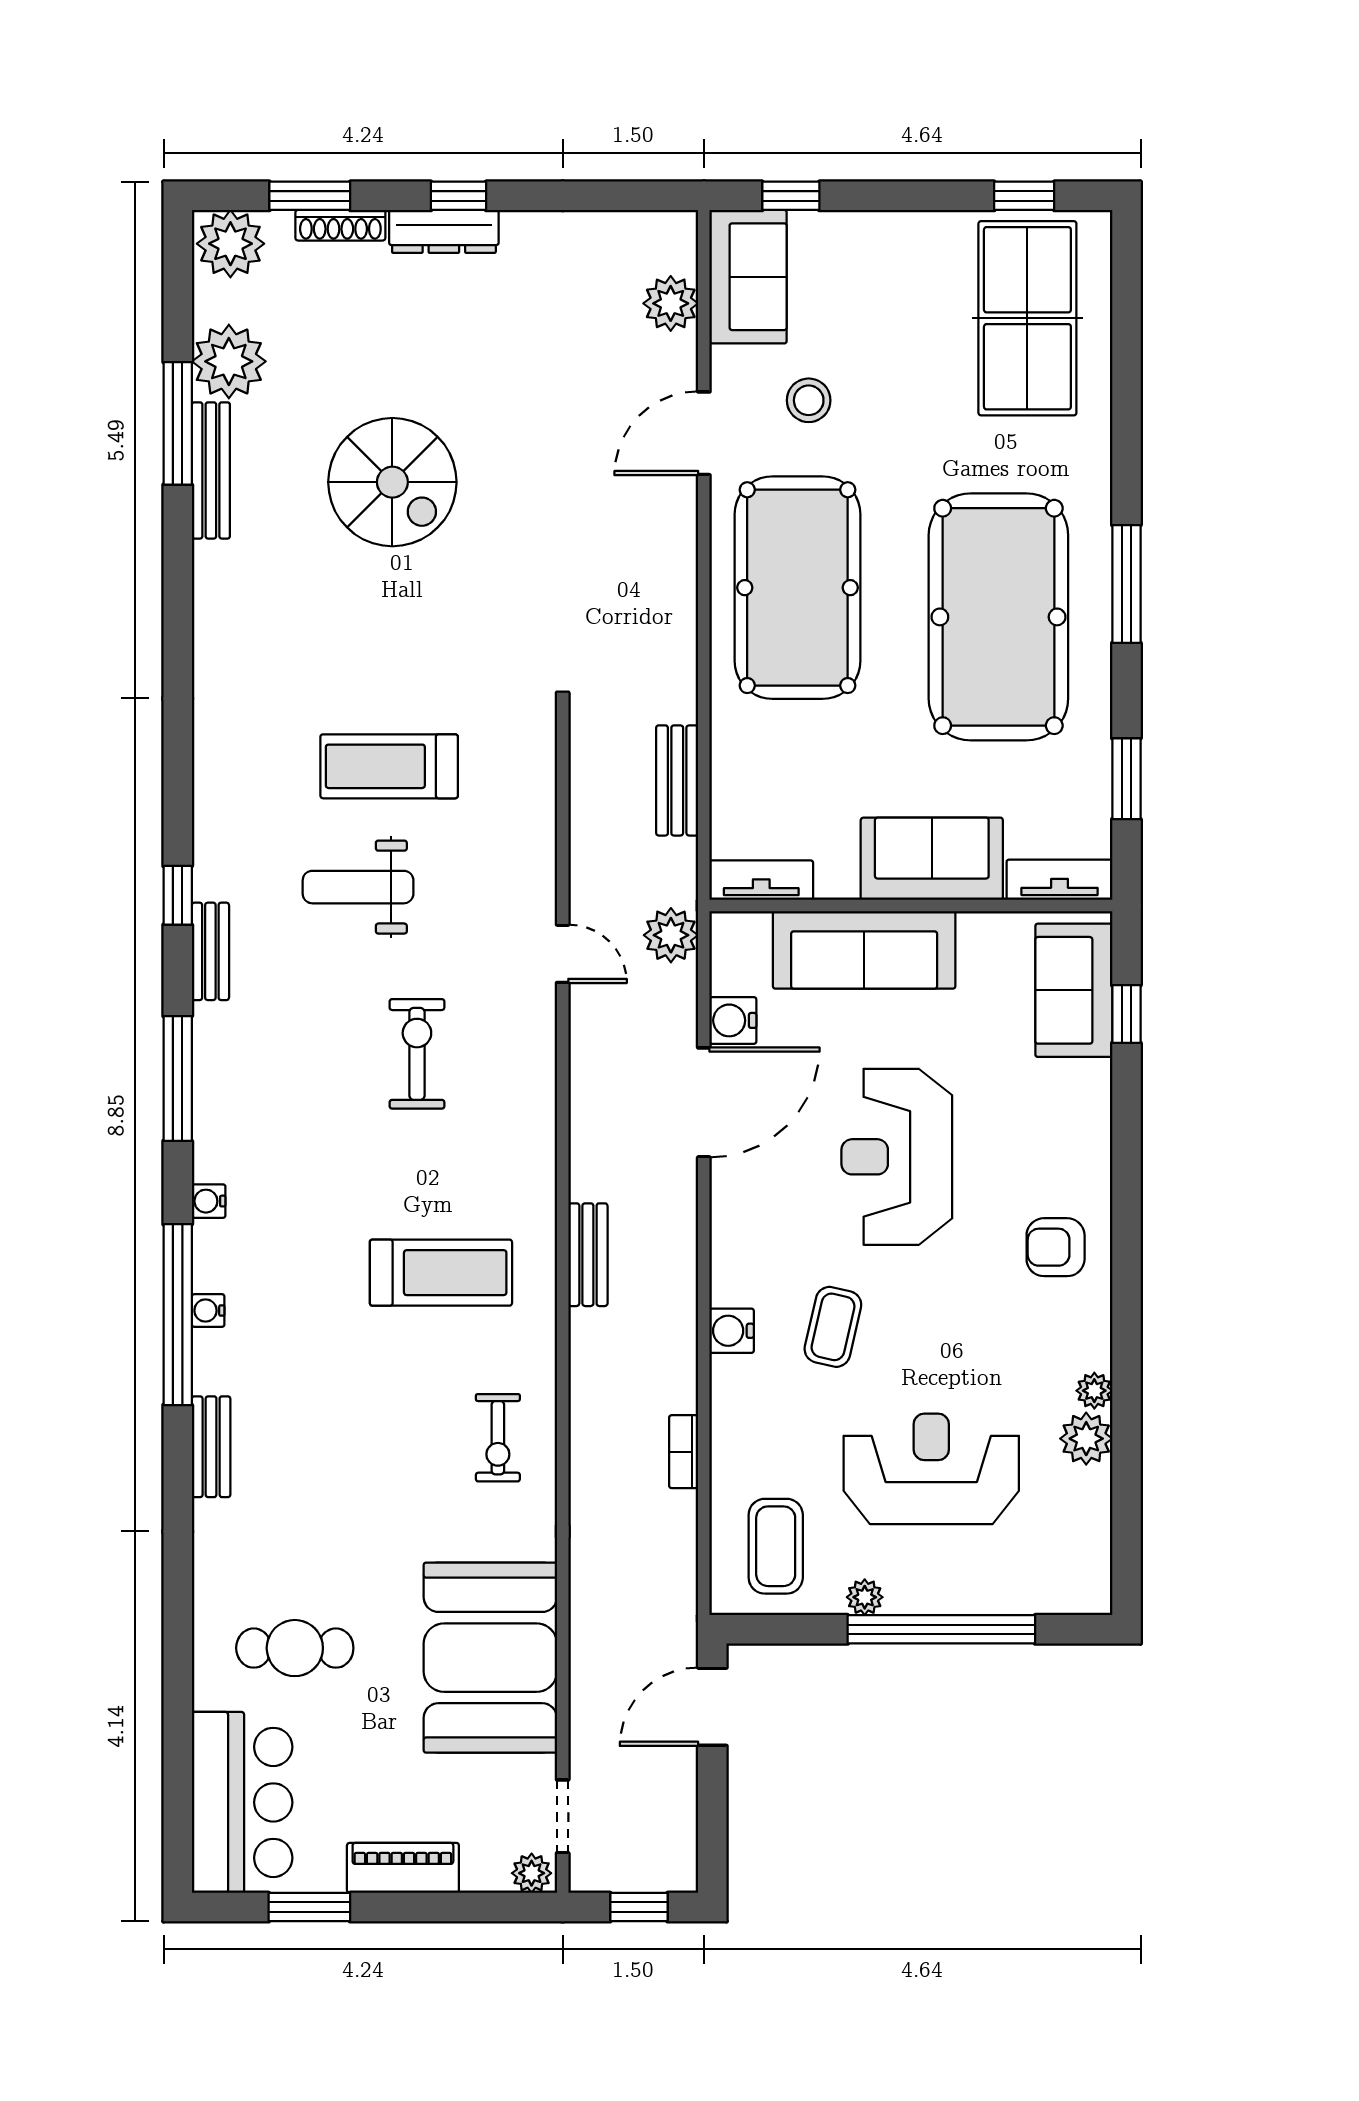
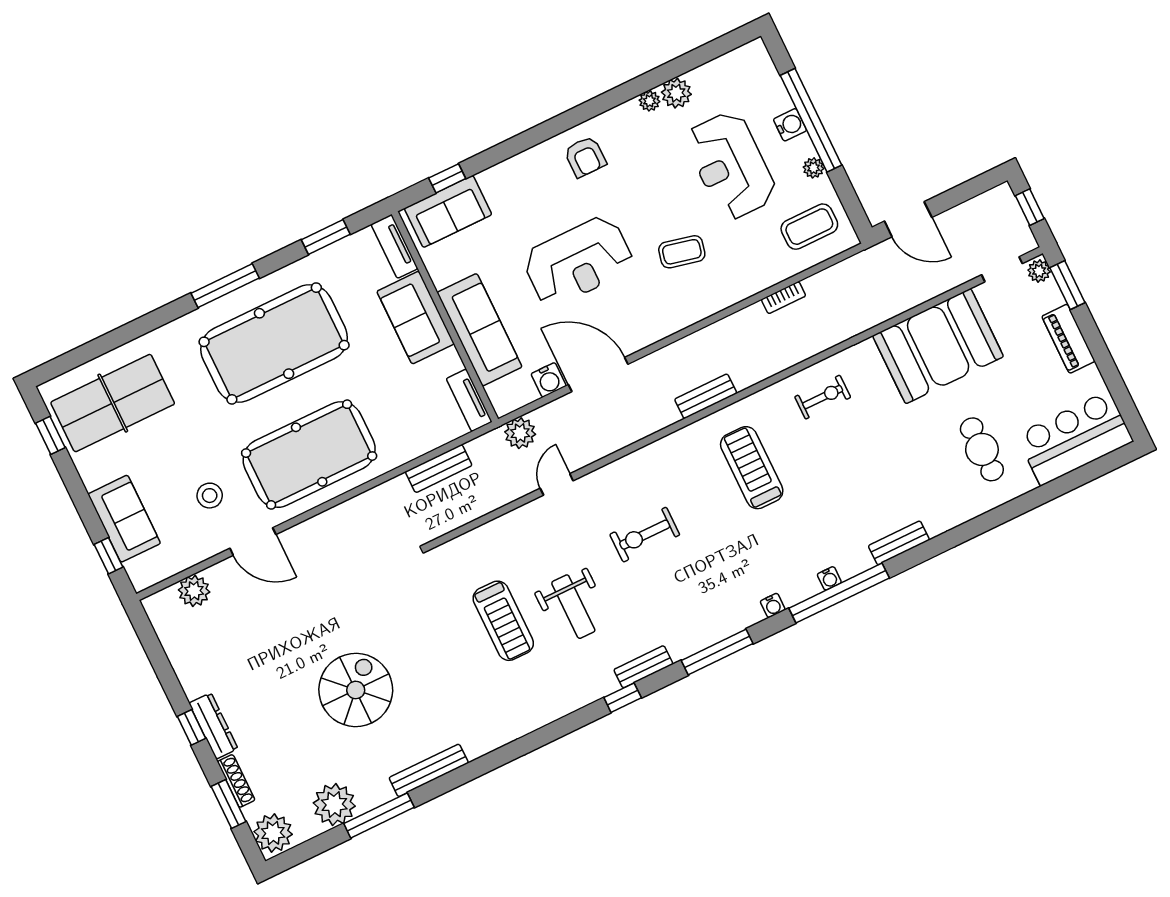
sofa: (748, 277) -> (124, 519), moved, turned 90
bench: (211, 470) -> (429, 770), moved
water cooler: (732, 1331) -> (790, 125), moved, turned -90
window: (309, 1907) -> (1067, 285), moved

